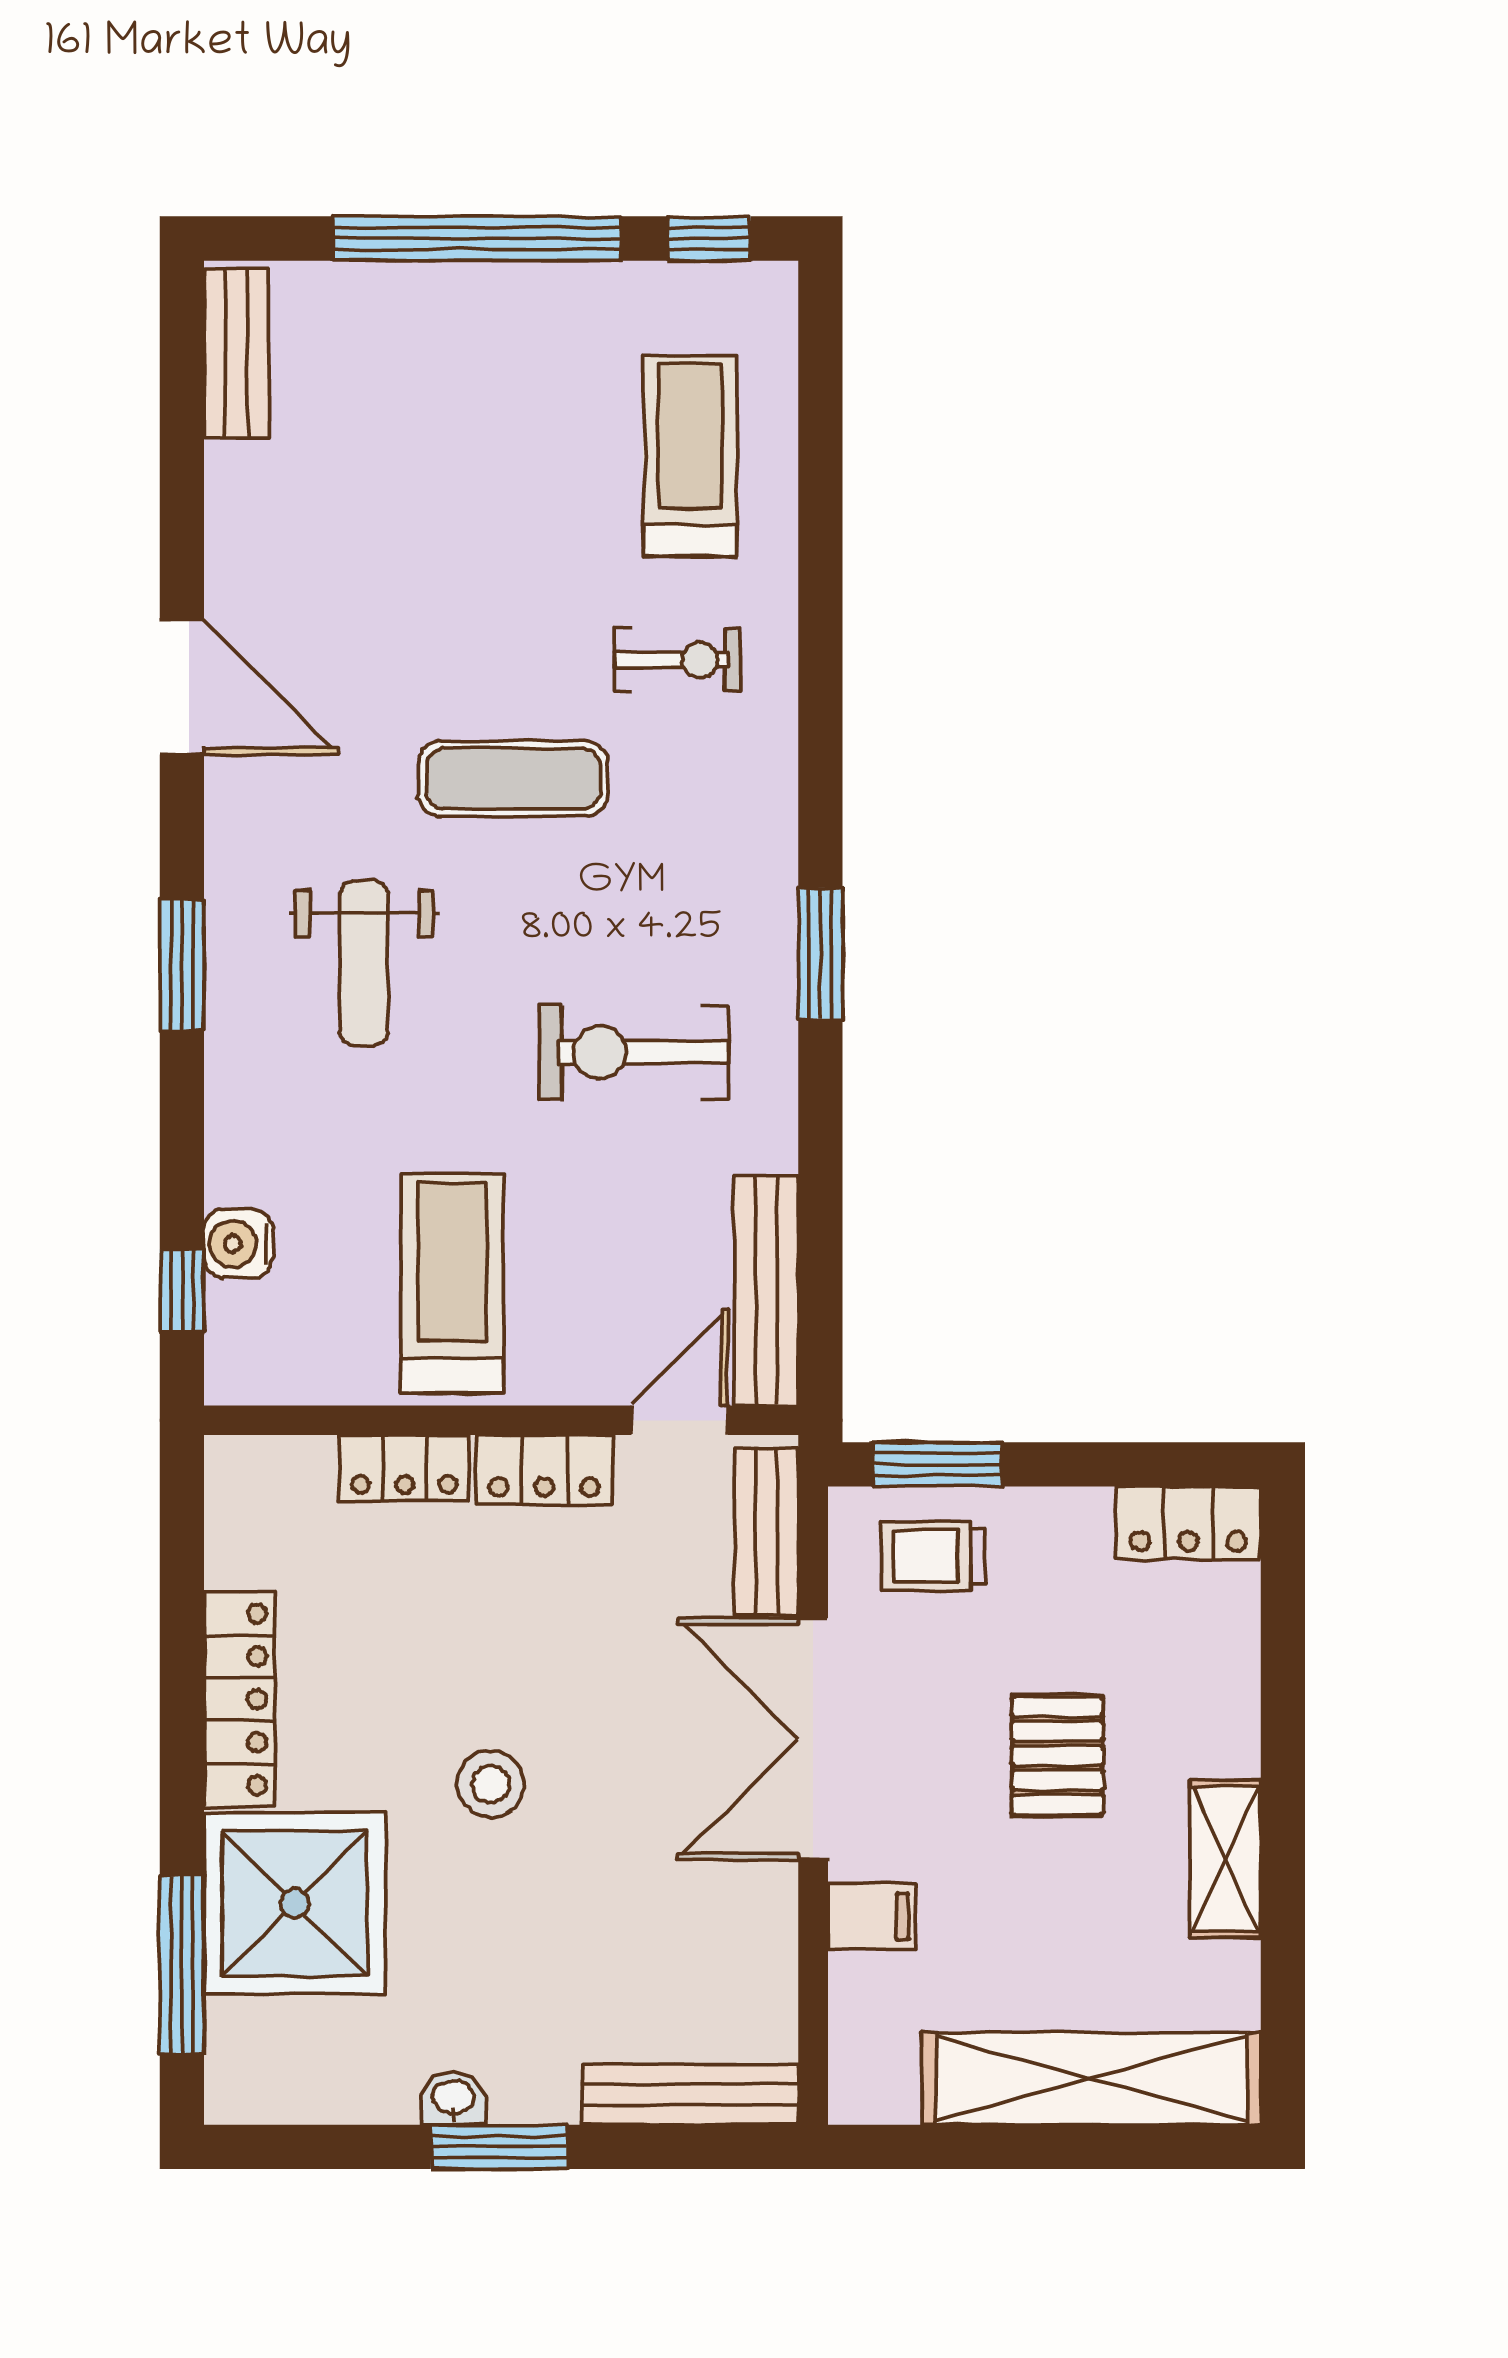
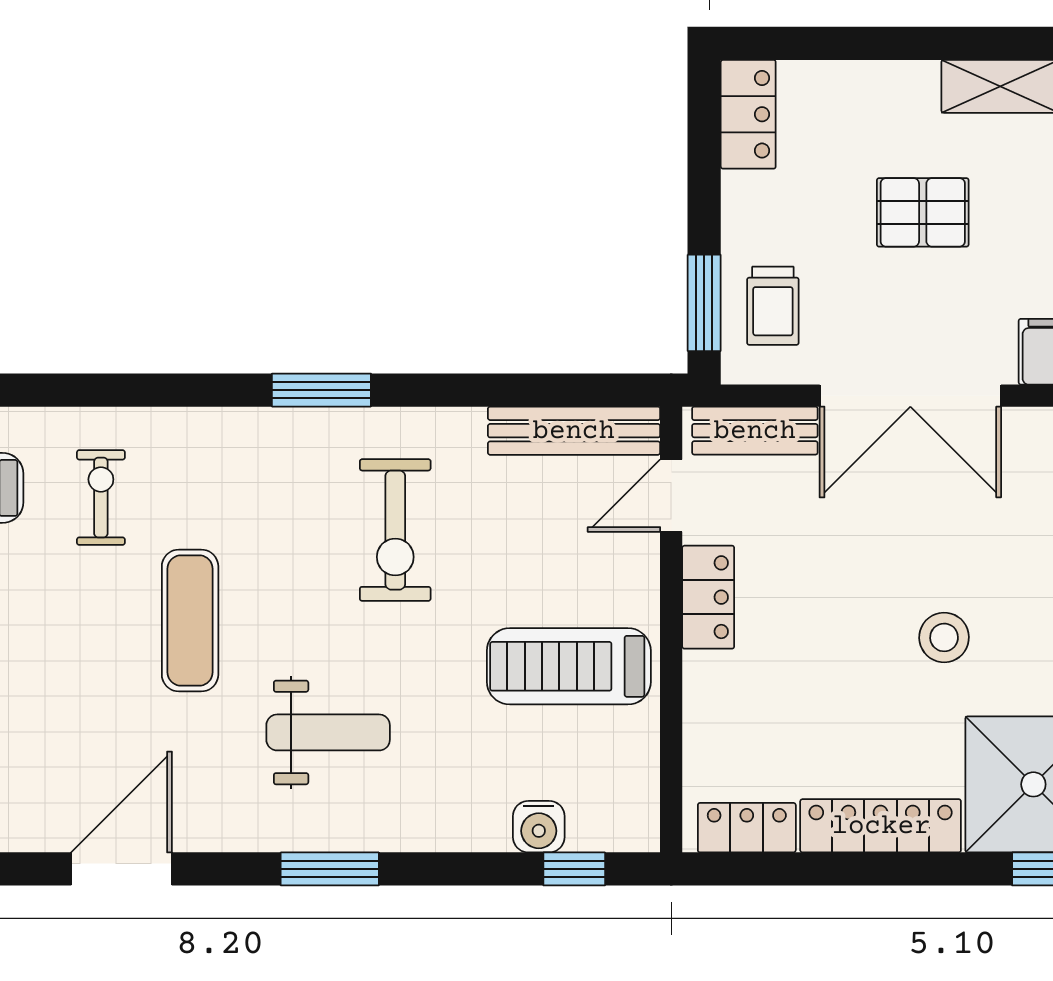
door: (680, 1420) -> (671, 496), hinge flipped
locker: (404, 1468) -> (747, 828), moved, turned -90

